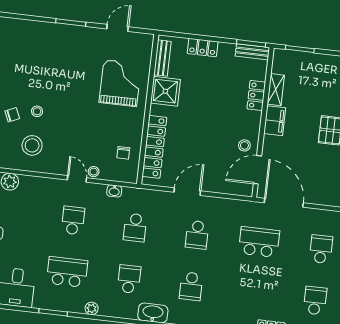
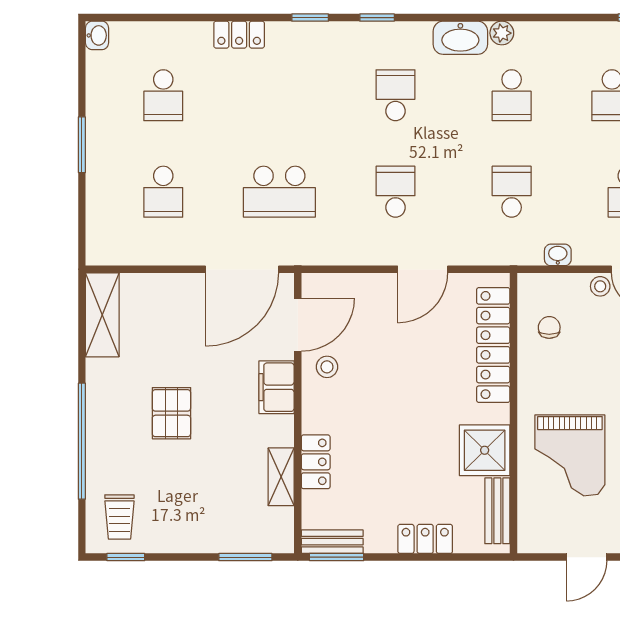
filing cabinet: (275, 121) -> (276, 387), moved
door: (284, 203) -> (242, 269), hinge flipped
plant: (92, 308) -> (502, 33), moved

